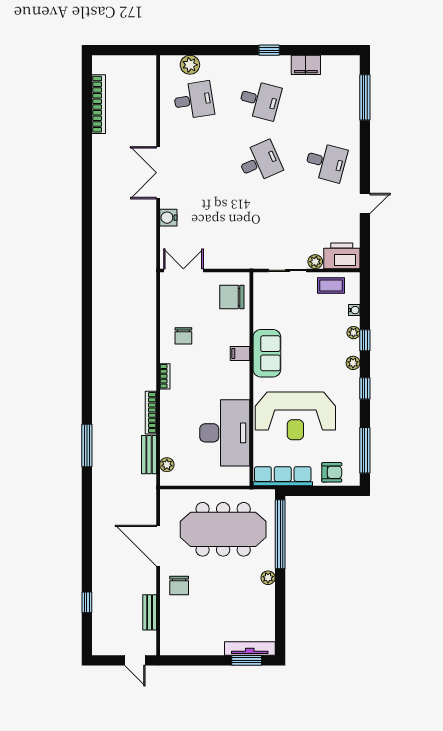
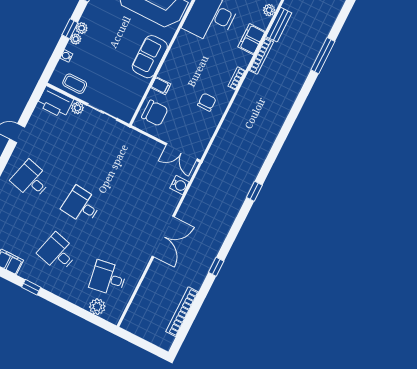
desk: (260, 162) -> (81, 205), turned 30
window: (87, 169) -> (216, 267), added
water cooler: (168, 218) -> (179, 185), moved
window: (87, 268) -> (254, 191), added
filing cabinet: (240, 353) -> (161, 86), moved
plant: (353, 363) -> (82, 28), moved
filing cabinet: (170, 425) -> (251, 39), added

